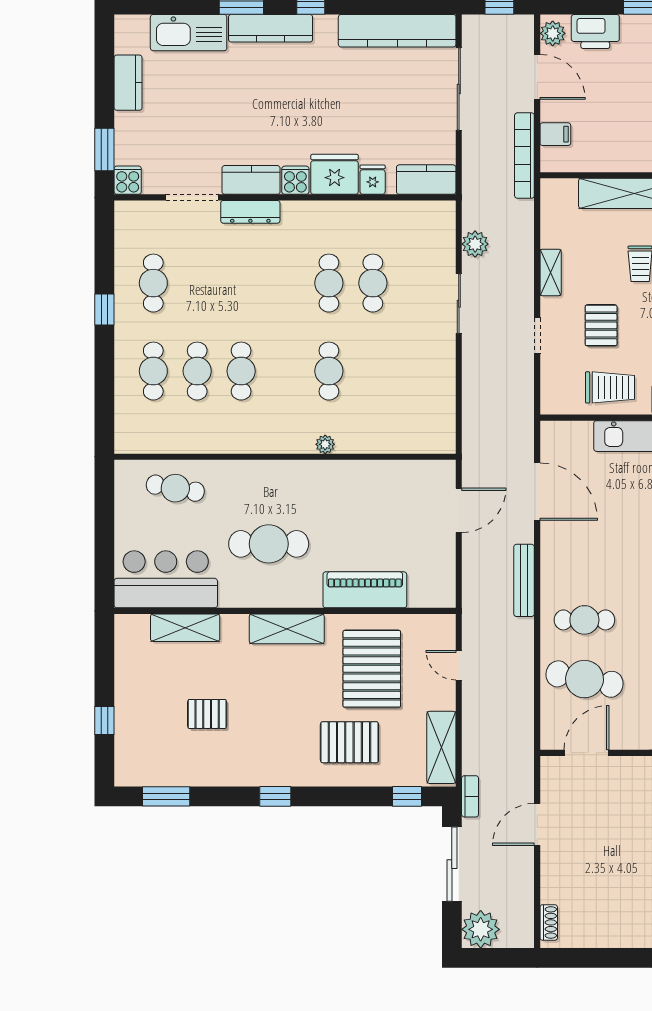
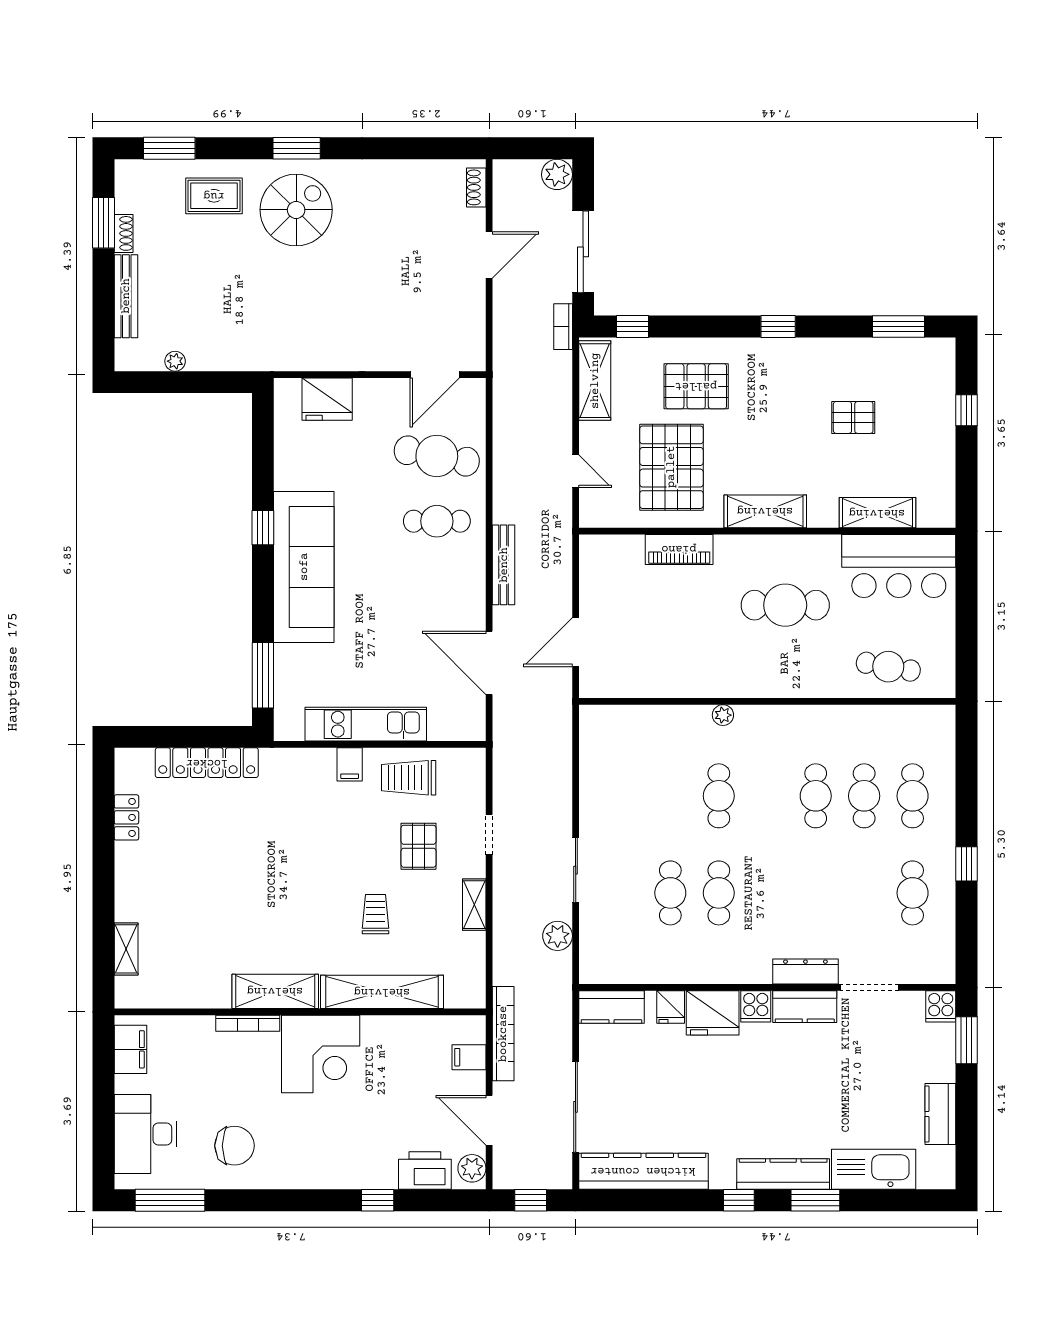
piano: (365, 590) -> (679, 549), width x0.73, depth x0.75
door: (537, 824) -> (489, 255), moved
plant: (481, 929) -> (557, 174), width x0.73, depth x0.73

